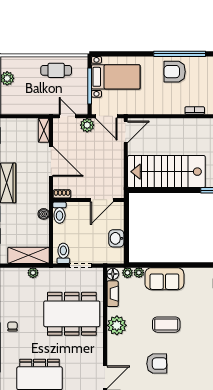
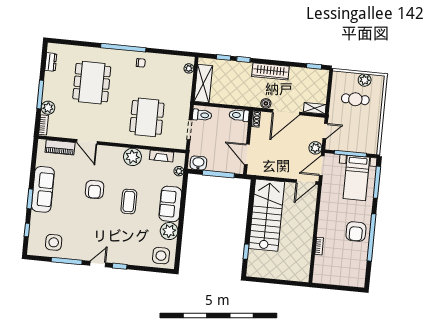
window: (118, 54) -> (377, 182), added
cafe table: (56, 70) -> (355, 99), moved, turned 90
armchair: (175, 72) -> (356, 231), turned 180
door: (126, 132) -> (306, 182), hinge flipped
boiler: (44, 214) -> (266, 103), moved
window: (126, 229) -> (218, 174), added
washbasin: (116, 238) -> (198, 163), moved
plant: (33, 273) -> (189, 68), moved
plant: (139, 273) -> (169, 231), moved, width x1.88, depth x1.88
floor lamp: (113, 274) -> (179, 158), removed
dining table: (72, 314) -> (147, 117), width x0.73, depth x0.80

